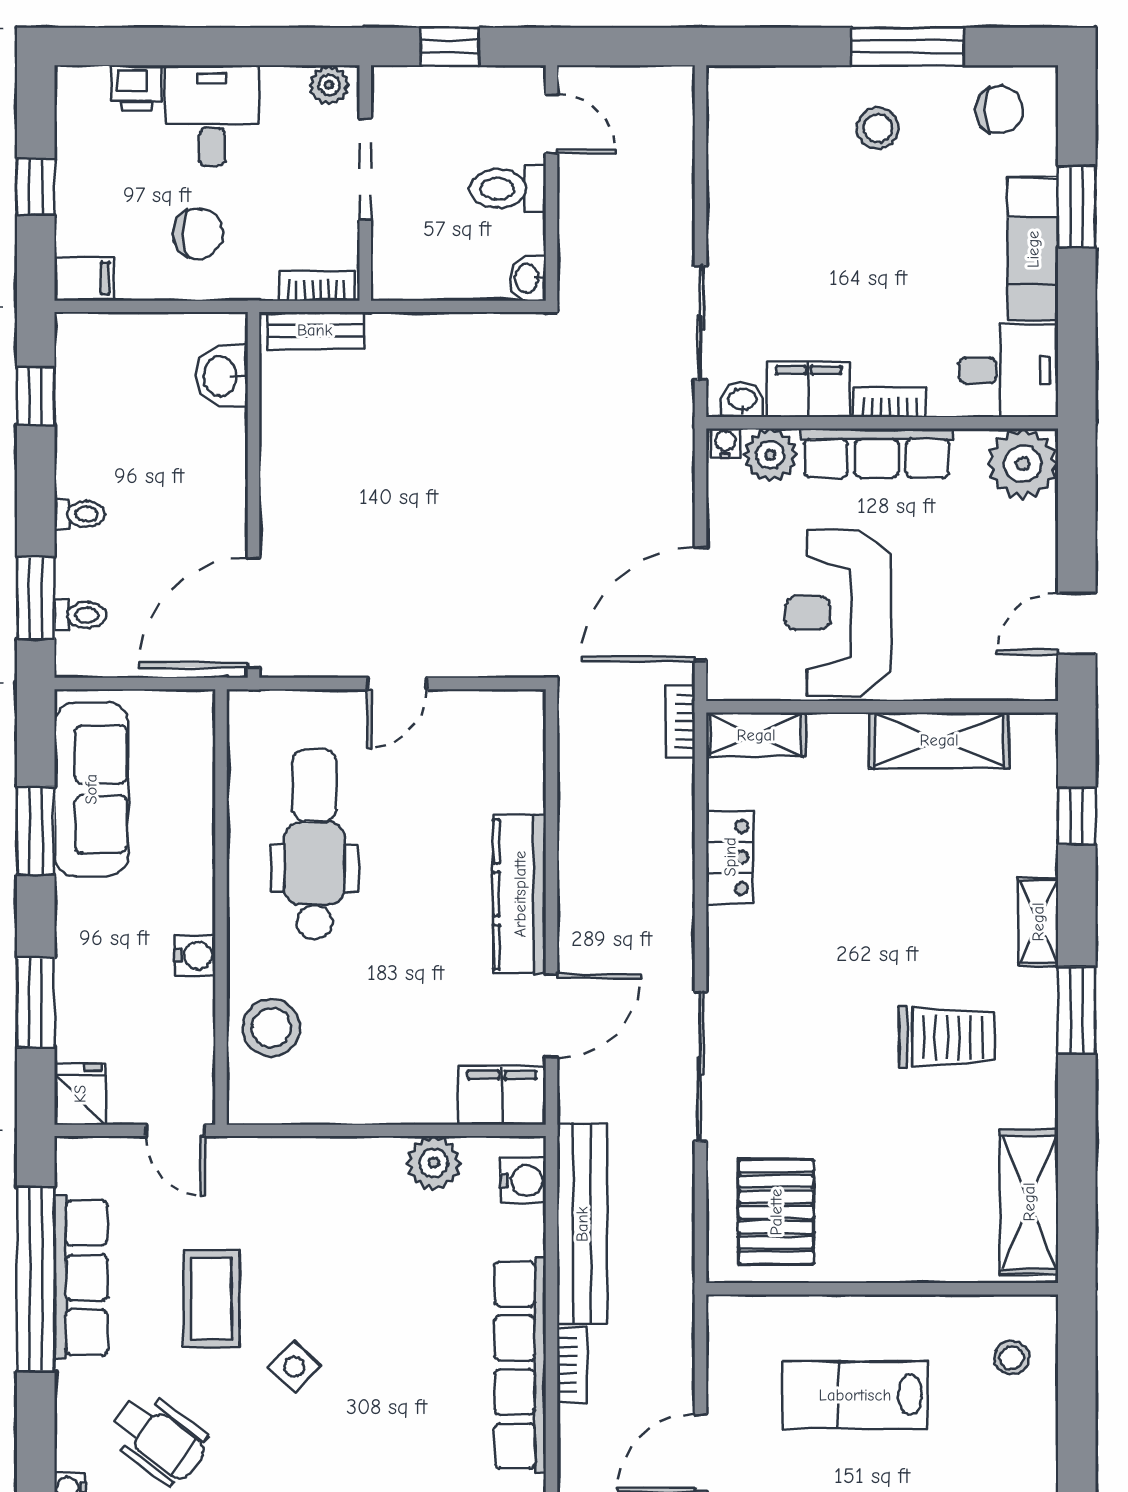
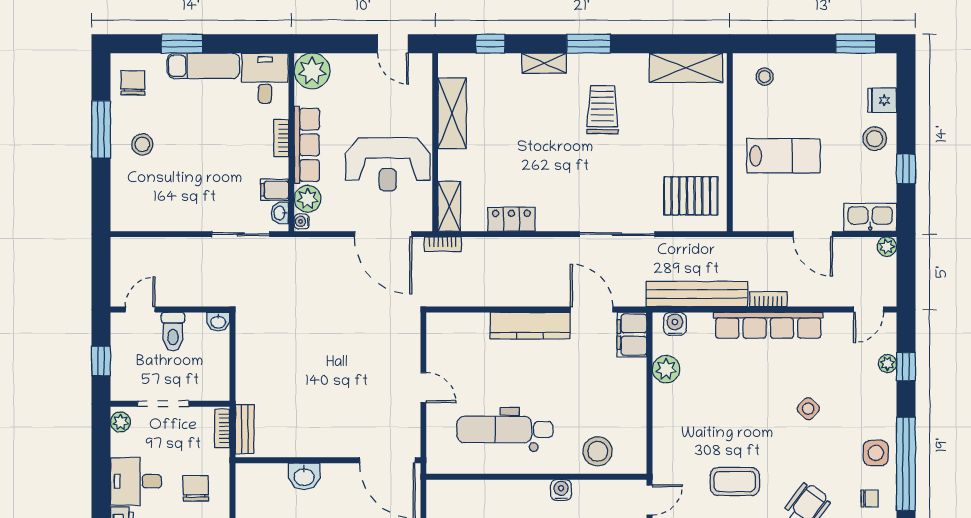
washbasin: (222, 376) -> (304, 476), moved
filing cabinet: (808, 390) -> (275, 190), width x0.50
side table: (294, 1367) -> (808, 409), moved
lab bench: (855, 1395) -> (783, 156), turned -90

